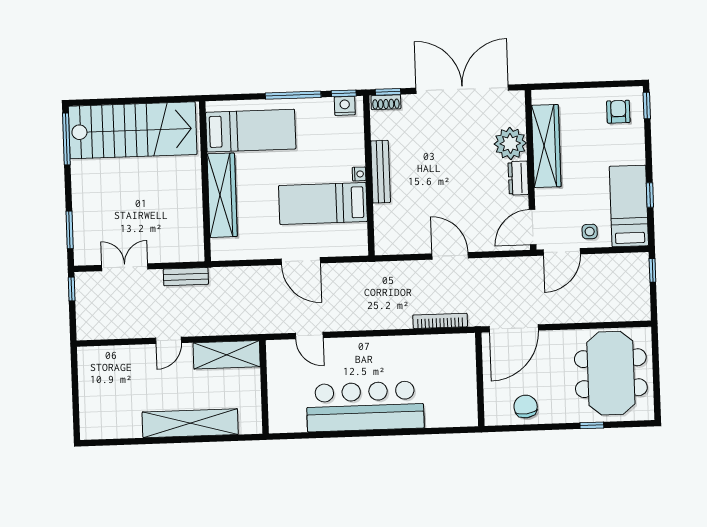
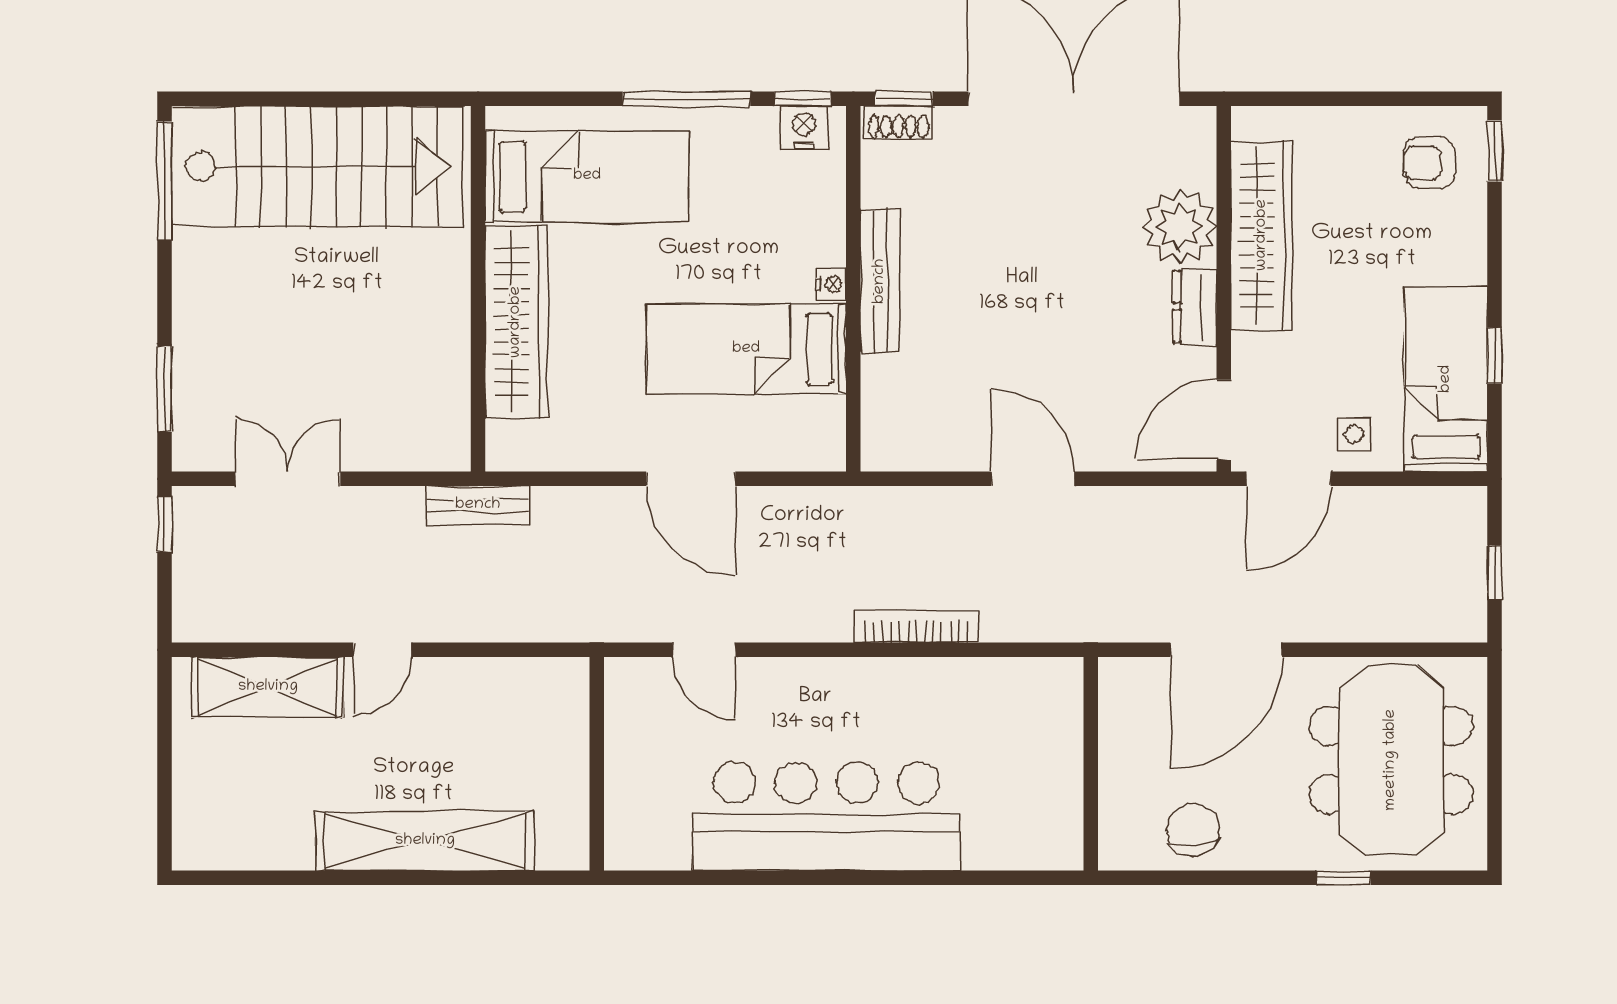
armchair: (618, 112) -> (1429, 163), turned -90
window: (652, 270) -> (1495, 572), moved
bench: (186, 277) -> (478, 505), moved
bookcase: (440, 321) -> (916, 627), moved
door: (514, 328) -> (1226, 650), moved
shelving: (227, 355) -> (268, 687), moved

